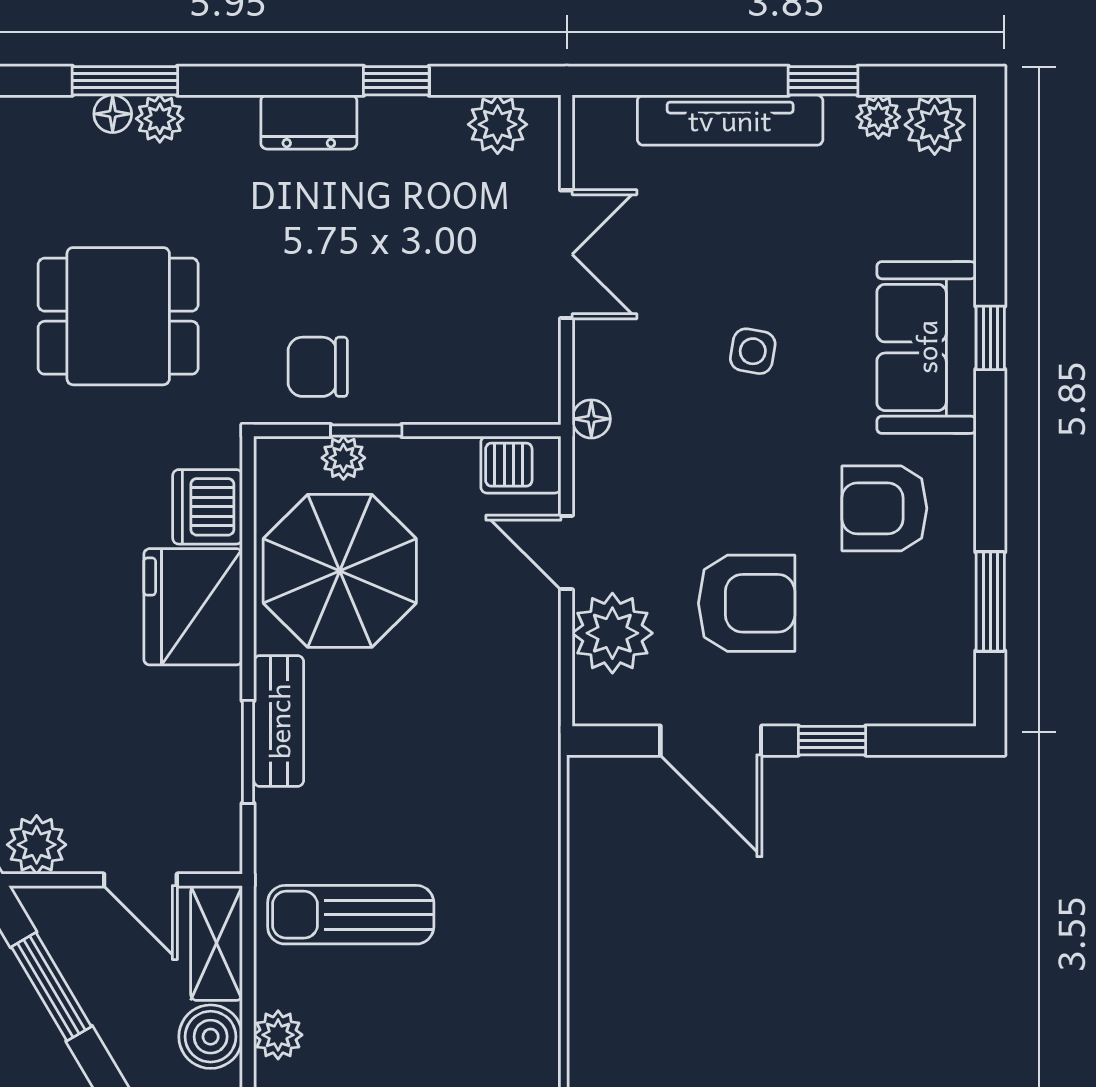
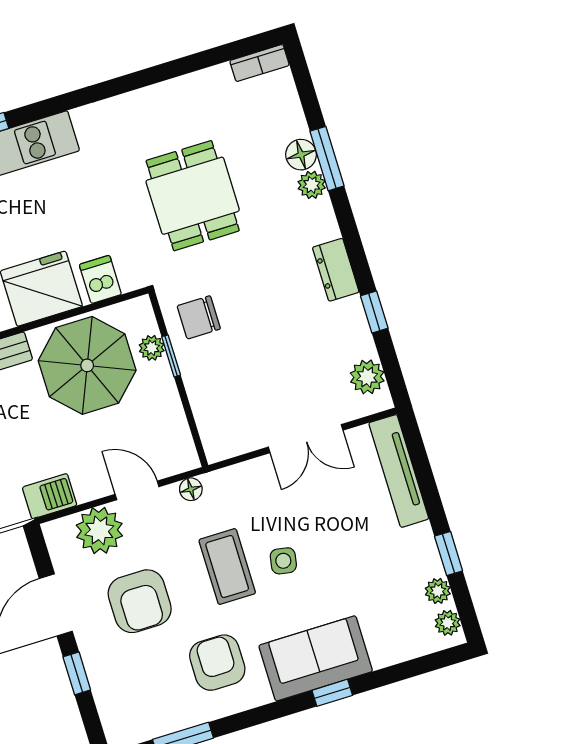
floor lamp: (113, 114) -> (301, 155), width x1.37, depth x1.37
tv unit: (730, 120) -> (399, 471), moved
plant: (935, 125) -> (448, 623), width x0.73, depth x0.73
chair: (318, 367) -> (199, 317), turned -90
floor lamp: (591, 419) -> (191, 489), moved
coffee table: (734, 445) -> (227, 567), added
barbecue: (521, 465) -> (50, 496), moved, turned 90
dishwasher: (208, 507) -> (100, 279), width x0.73
door: (567, 553) -> (137, 490), hinge flipped

